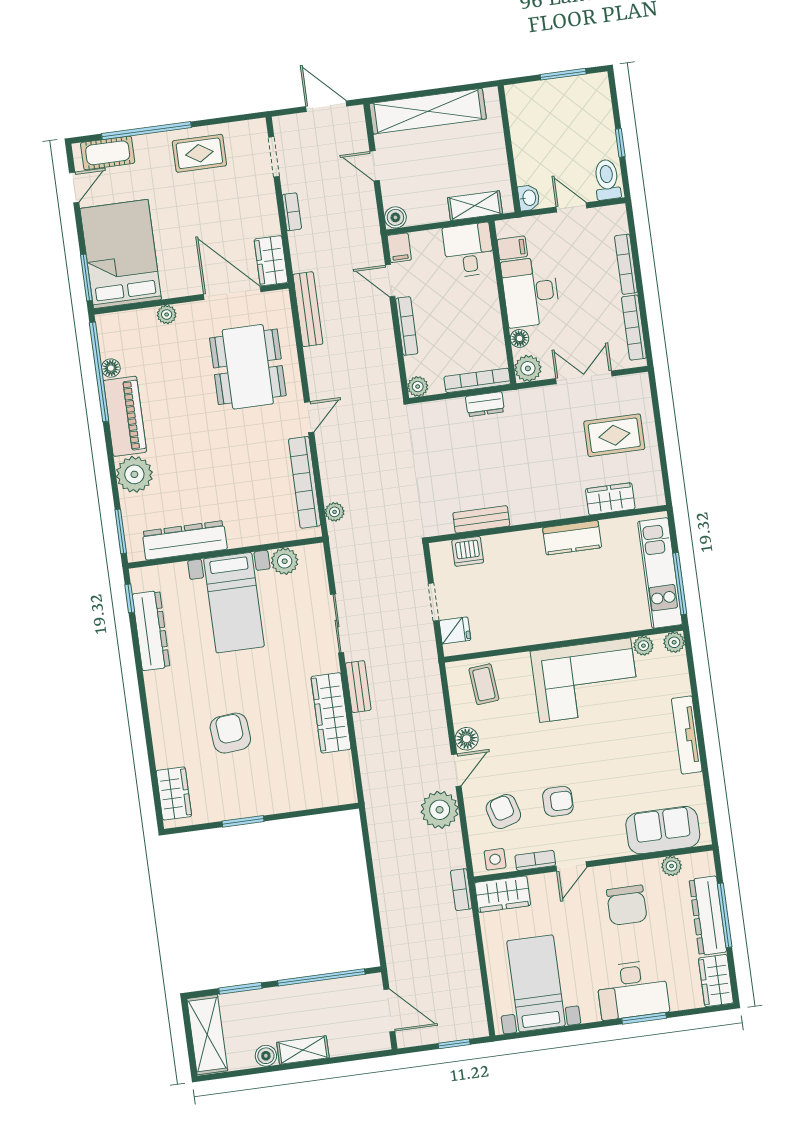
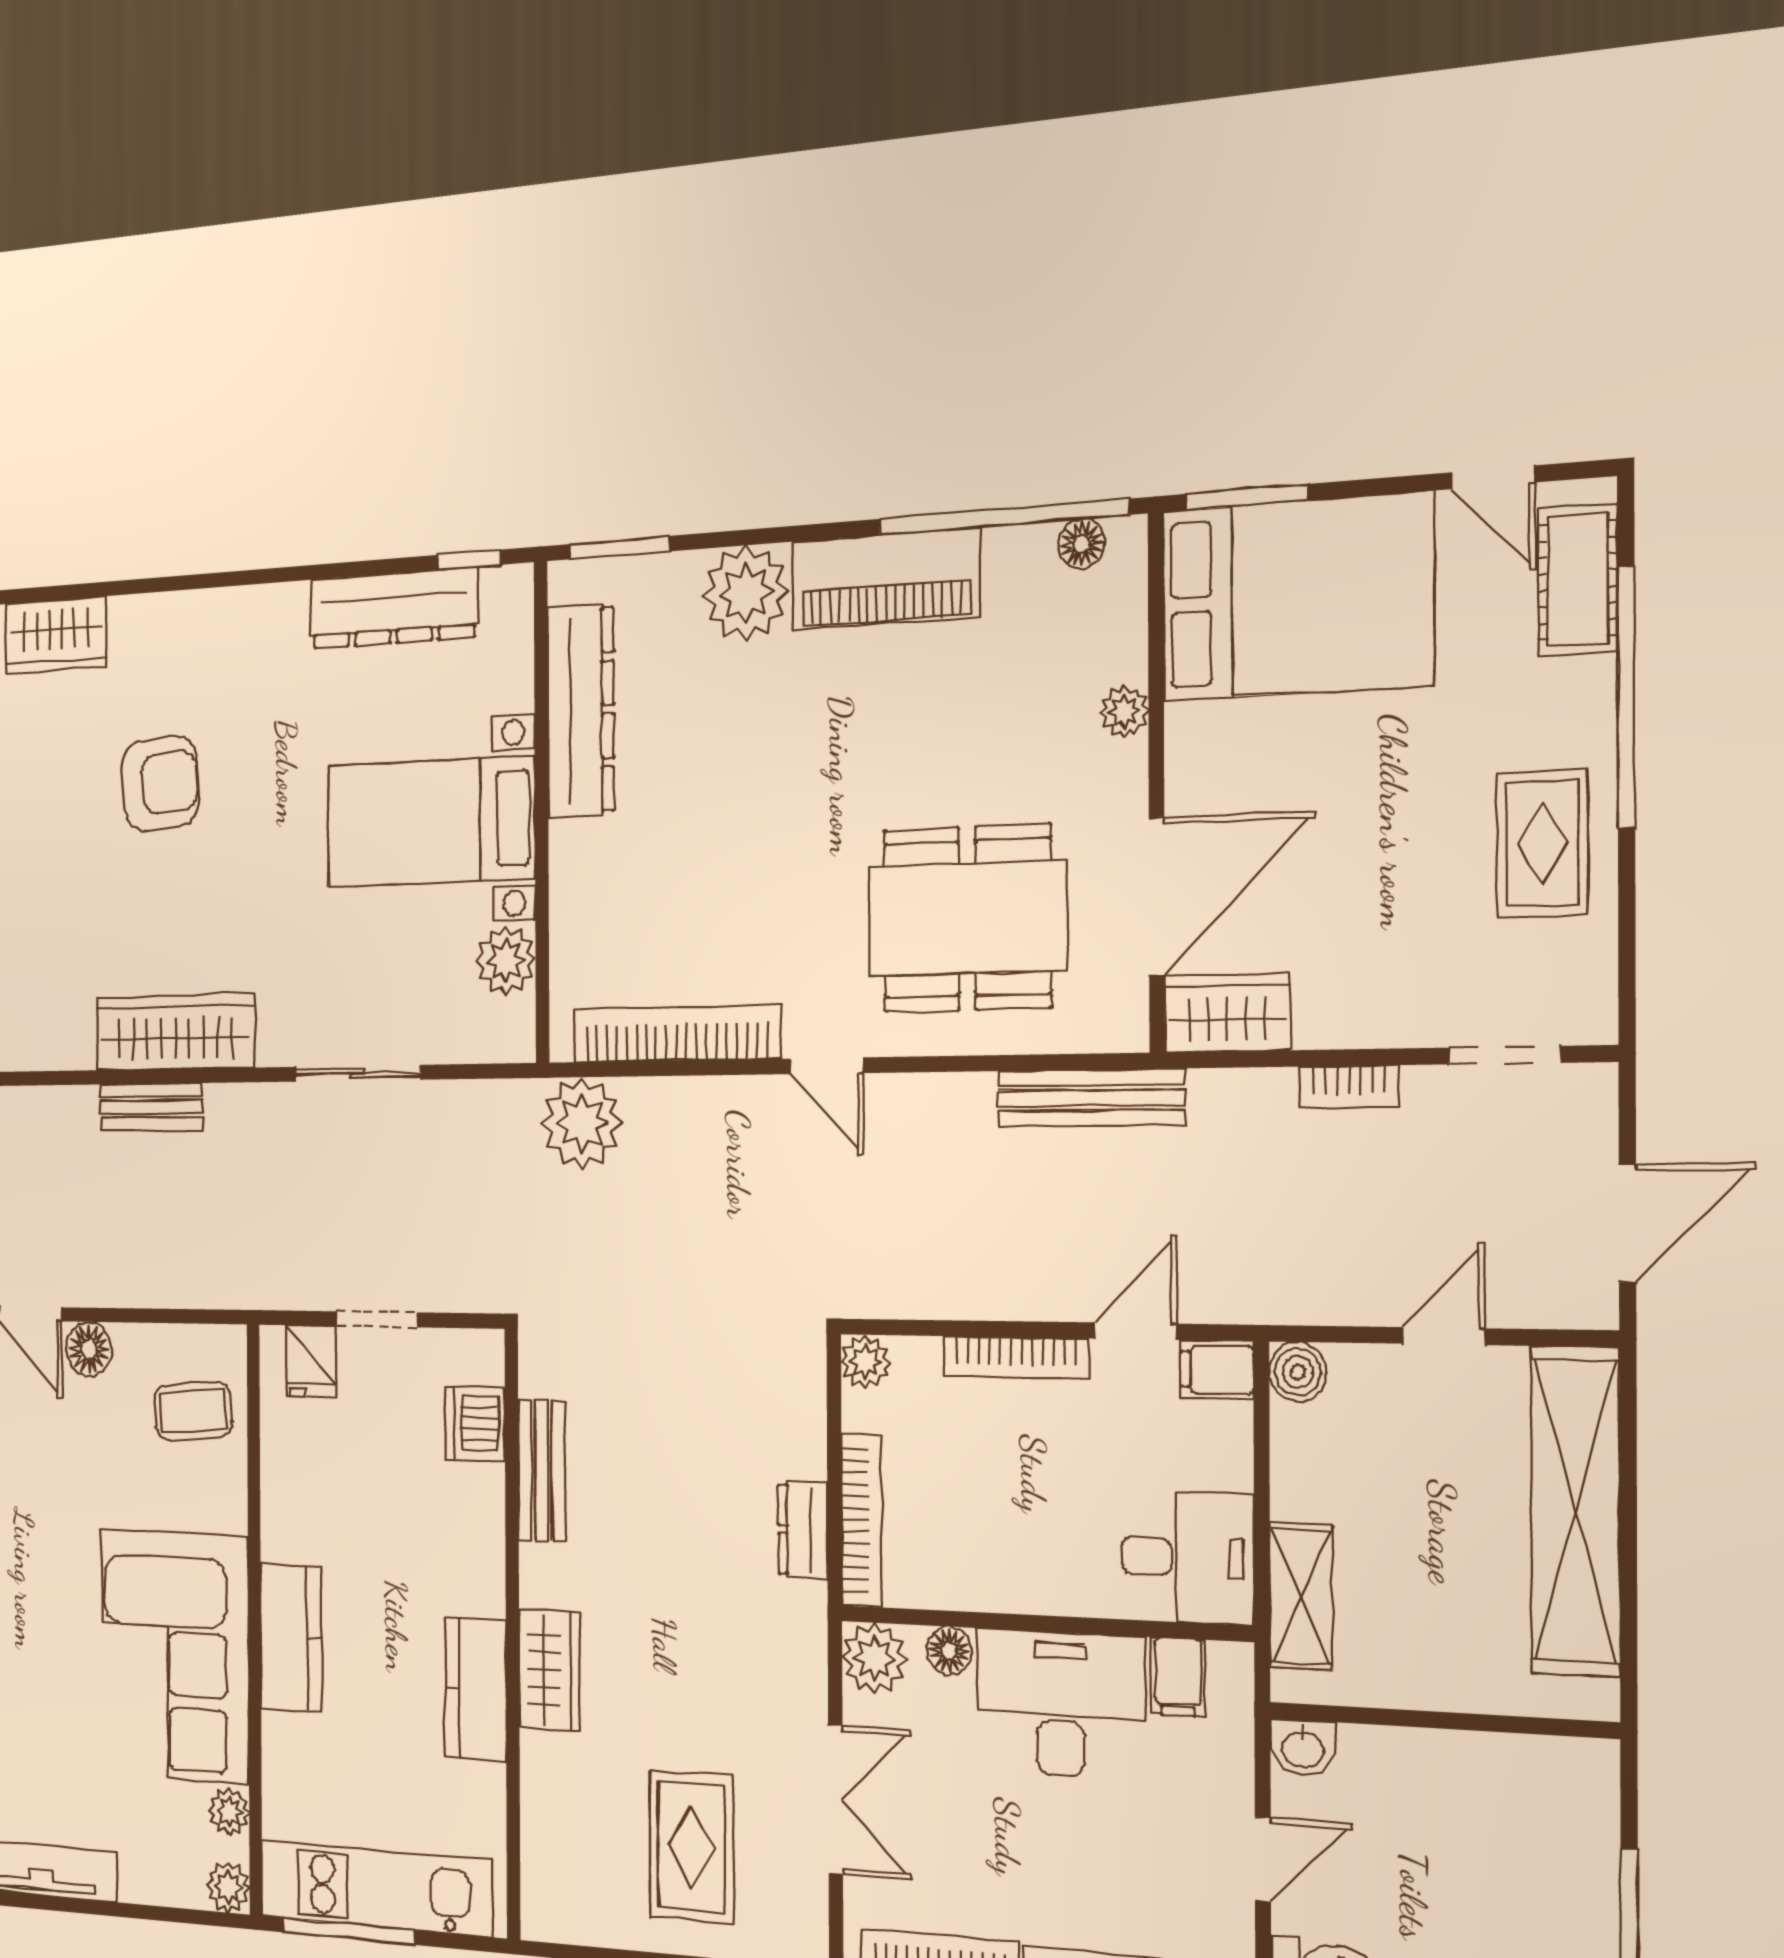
floor lamp: (111, 368) -> (1082, 544), moved
wardrobe: (610, 499) -> (549, 1670), moved
plant: (335, 512) -> (582, 1123), width x1.87, depth x1.87
kitchen counter: (567, 625) -> (291, 1638), added
bench: (358, 687) -> (151, 1107), moved

